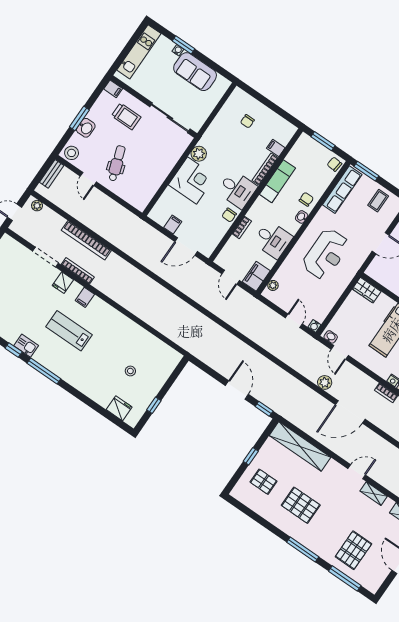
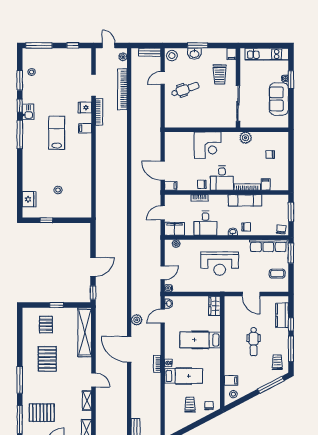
plant: (199, 154) -> (245, 138), moved
filing cabinet: (173, 225) -> (171, 186), moved
bookcase: (86, 240) -> (122, 89), moved

